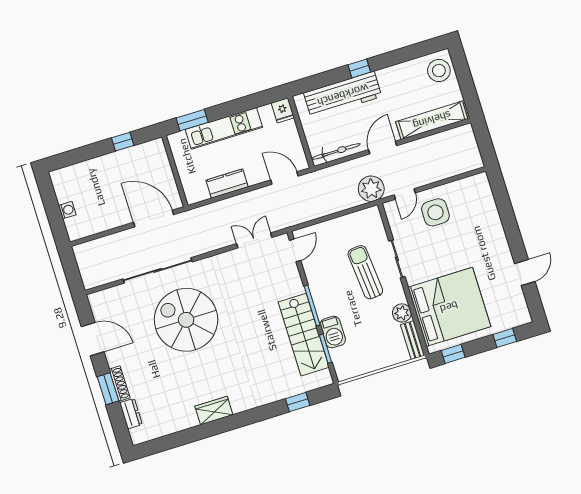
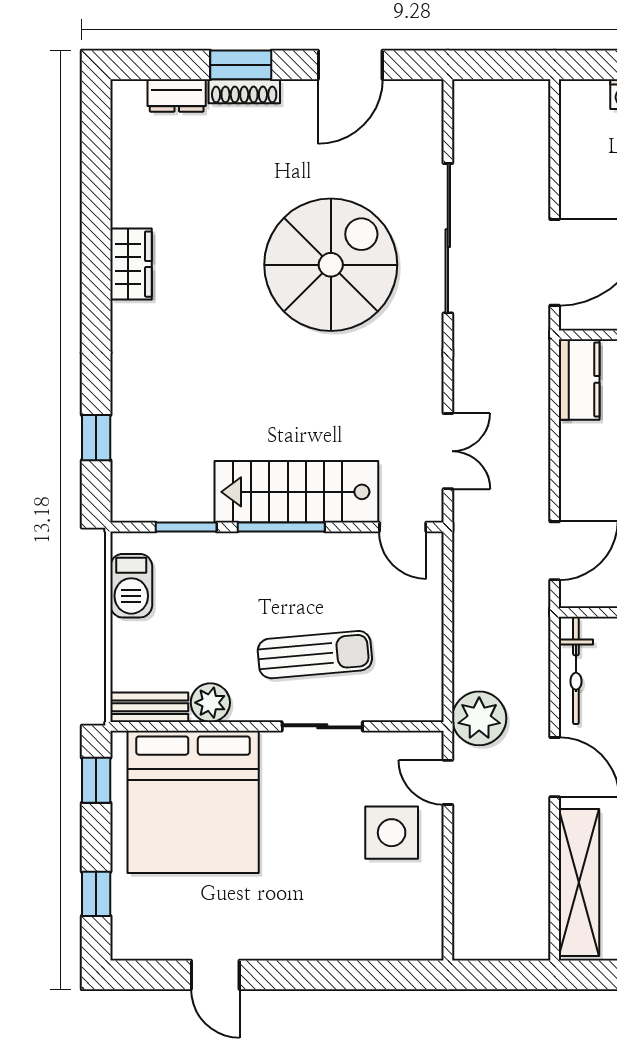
kitchen counter: (227, 184) -> (579, 379), moved
barbecue: (333, 332) -> (131, 586), moved, turned -90
stairs: (304, 335) -> (296, 492), moved

